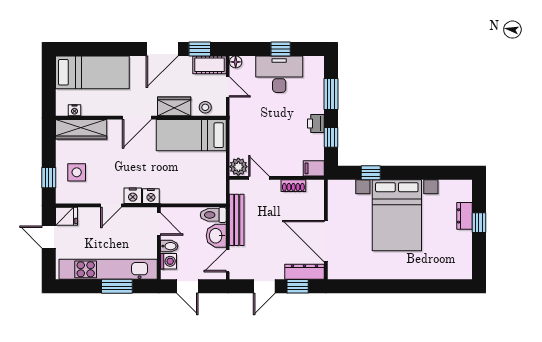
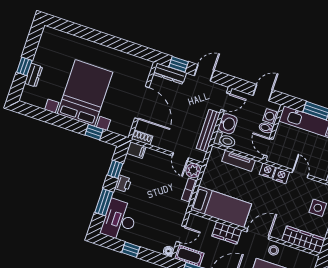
desk: (279, 74) -> (119, 220), moved, turned 90
door: (228, 87) -> (181, 234), swing flipped
stool: (205, 107) -> (274, 250), moved
nightstand: (75, 110) -> (304, 256), removed
bookcase: (235, 142) -> (189, 190), added
shoe rack: (293, 186) -> (142, 137), moved
tv unit: (189, 196) -> (238, 161), added
door: (111, 205) -> (300, 174), hinge flipped
door: (326, 241) -> (142, 103), moved
door: (187, 286) -> (263, 93), hinge flipped

